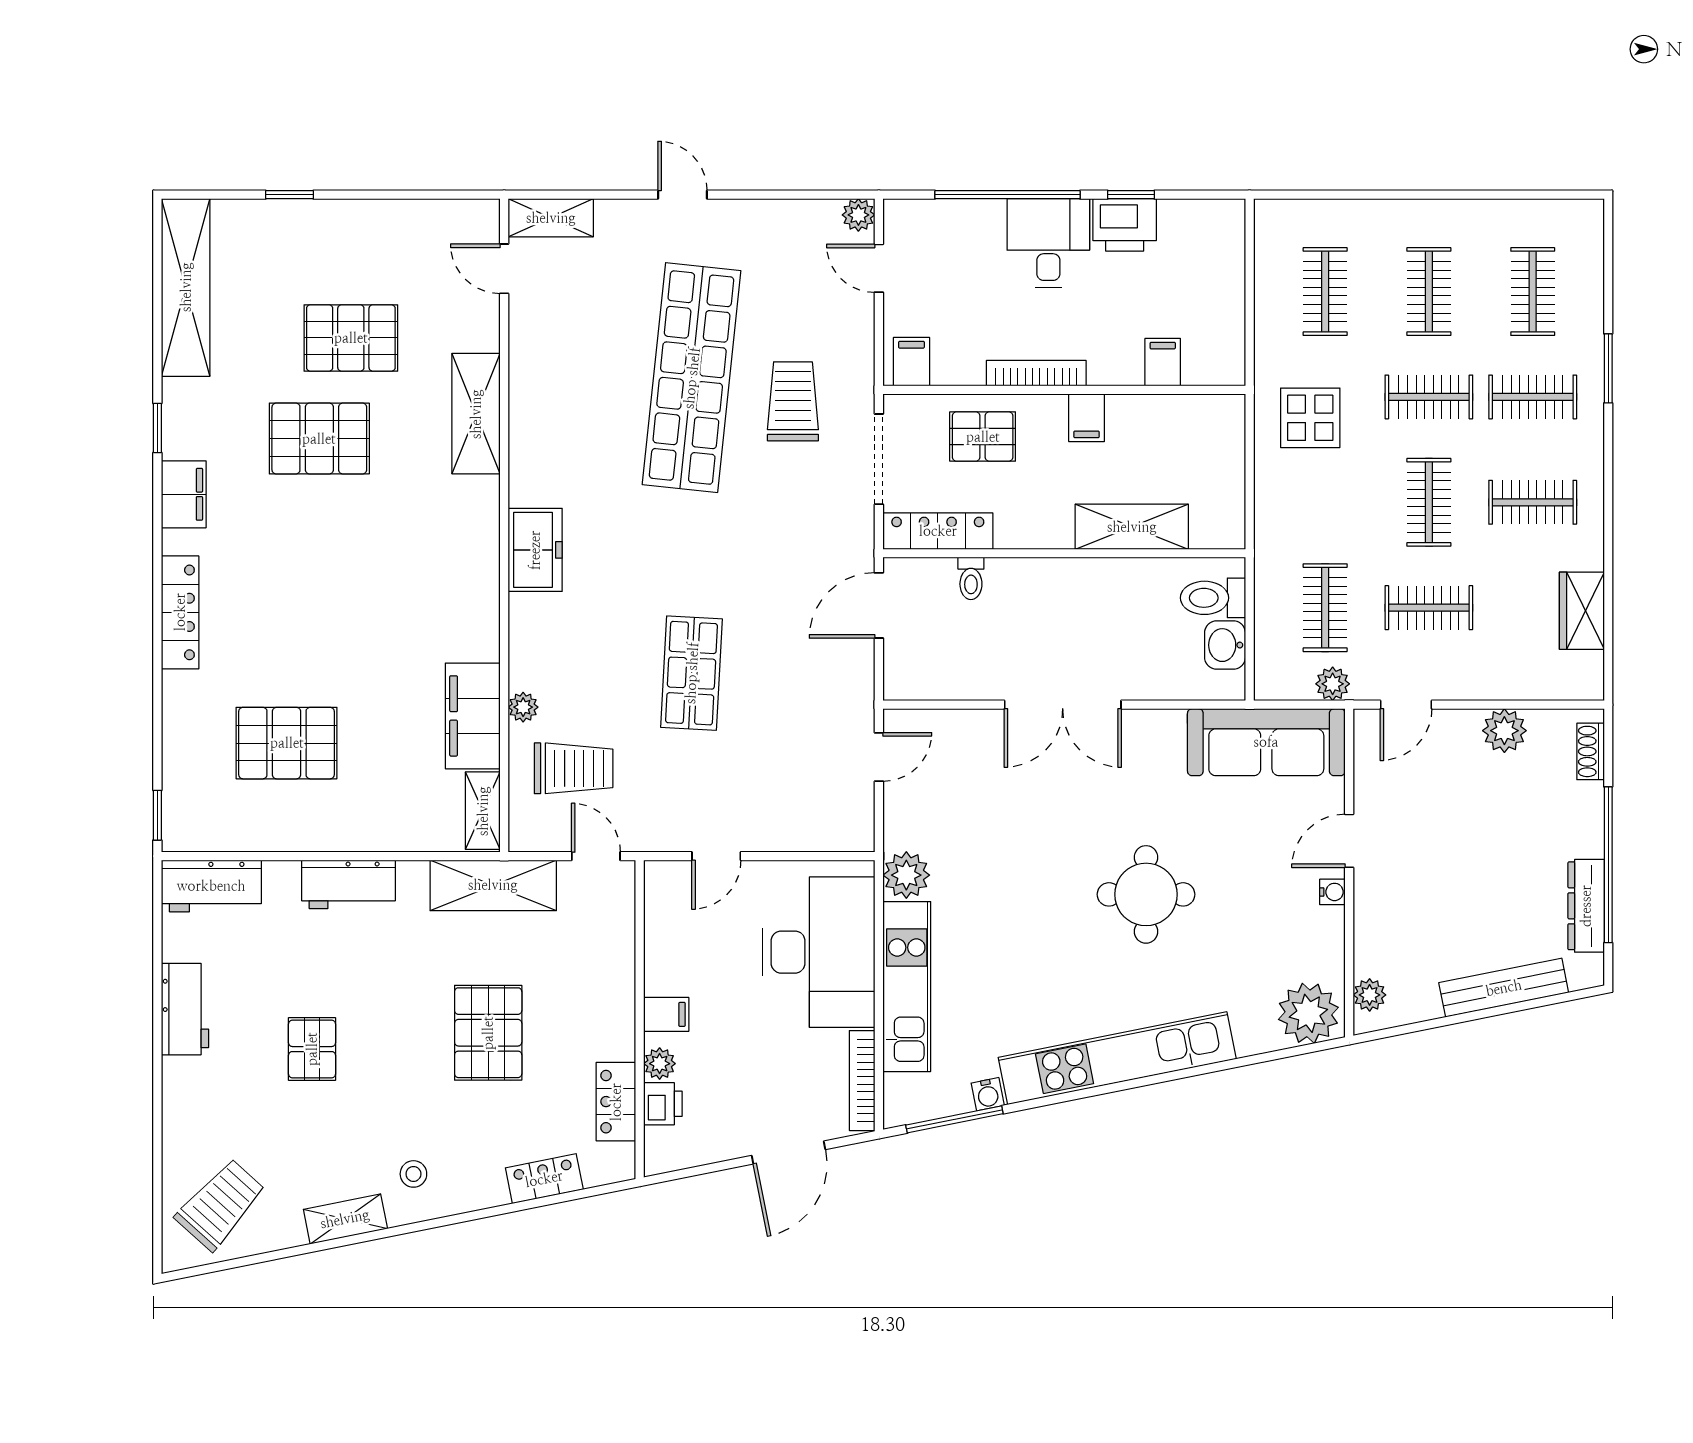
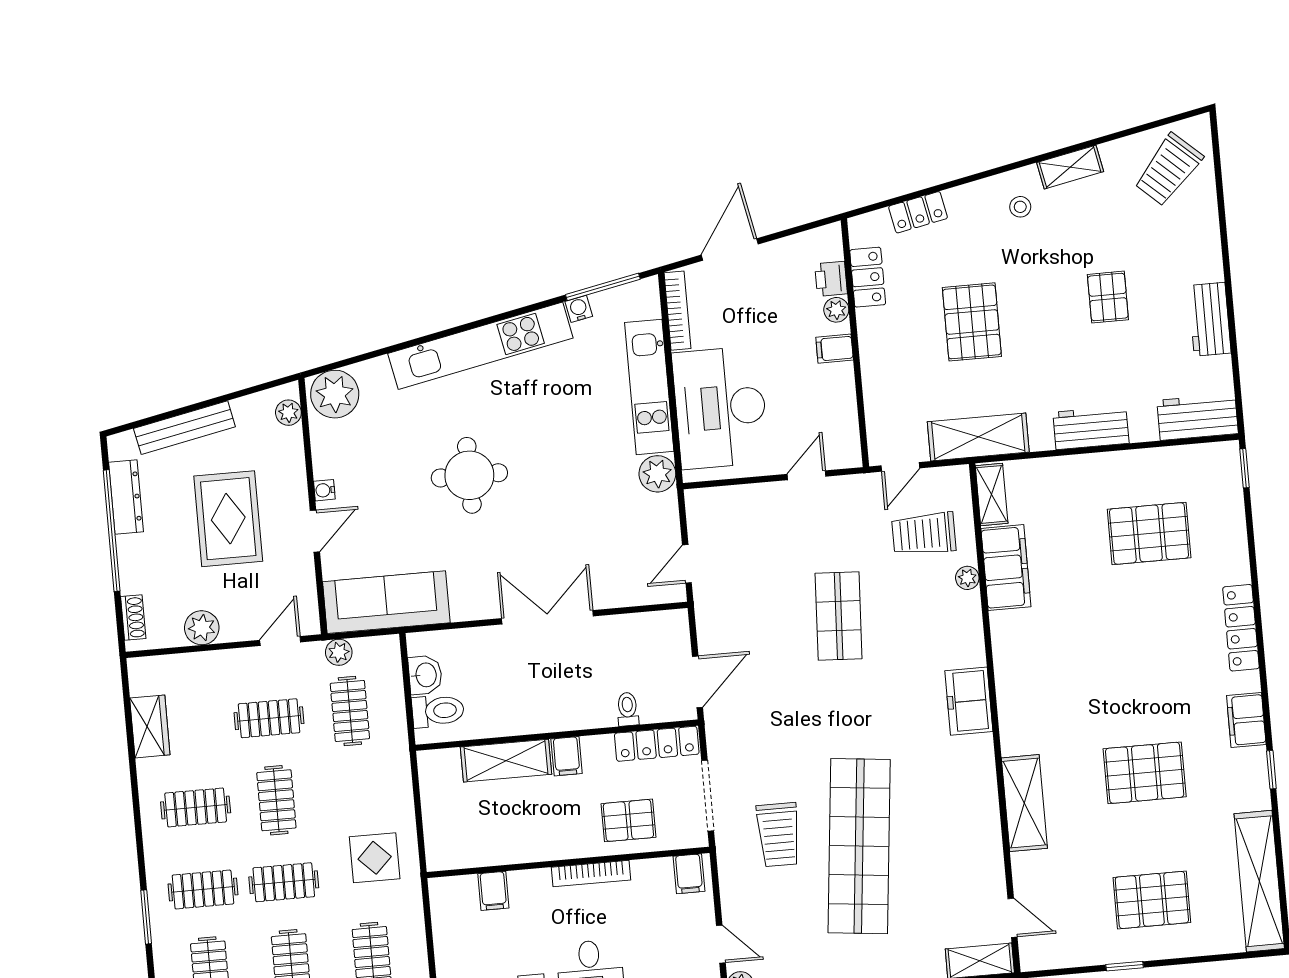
window: (290, 195) -> (1125, 966), moved
pallet: (351, 338) -> (1152, 900), moved
filing cabinet: (1087, 418) -> (567, 756), moved, turned 180
door: (596, 856) -> (900, 467), hinge flipped
rug: (1458, 867) -> (228, 519), added

